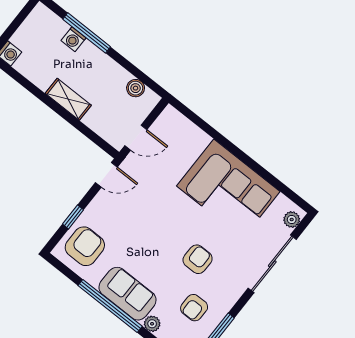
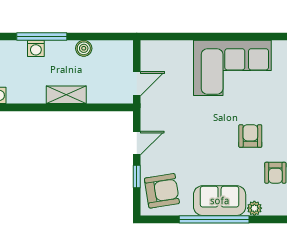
boiler: (136, 88) -> (84, 48), moved
door: (106, 175) -> (137, 143), moved
armchair: (85, 246) -> (162, 191), turned 81

